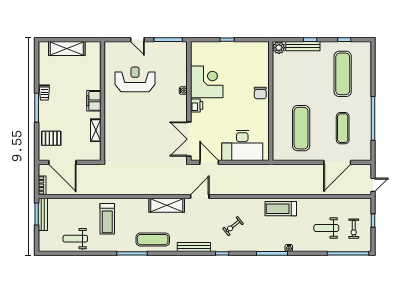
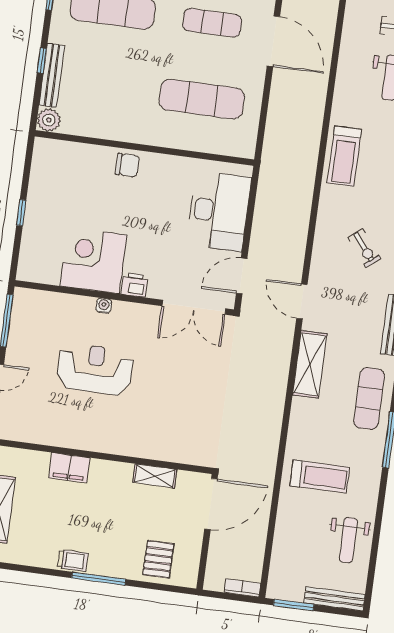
reception desk: (135, 79) -> (95, 369), moved, turned 90
filing cabinet: (94, 101) -> (69, 468), moved
door: (62, 162) -> (211, 504), moved
bench: (43, 214) -> (334, 599), moved

